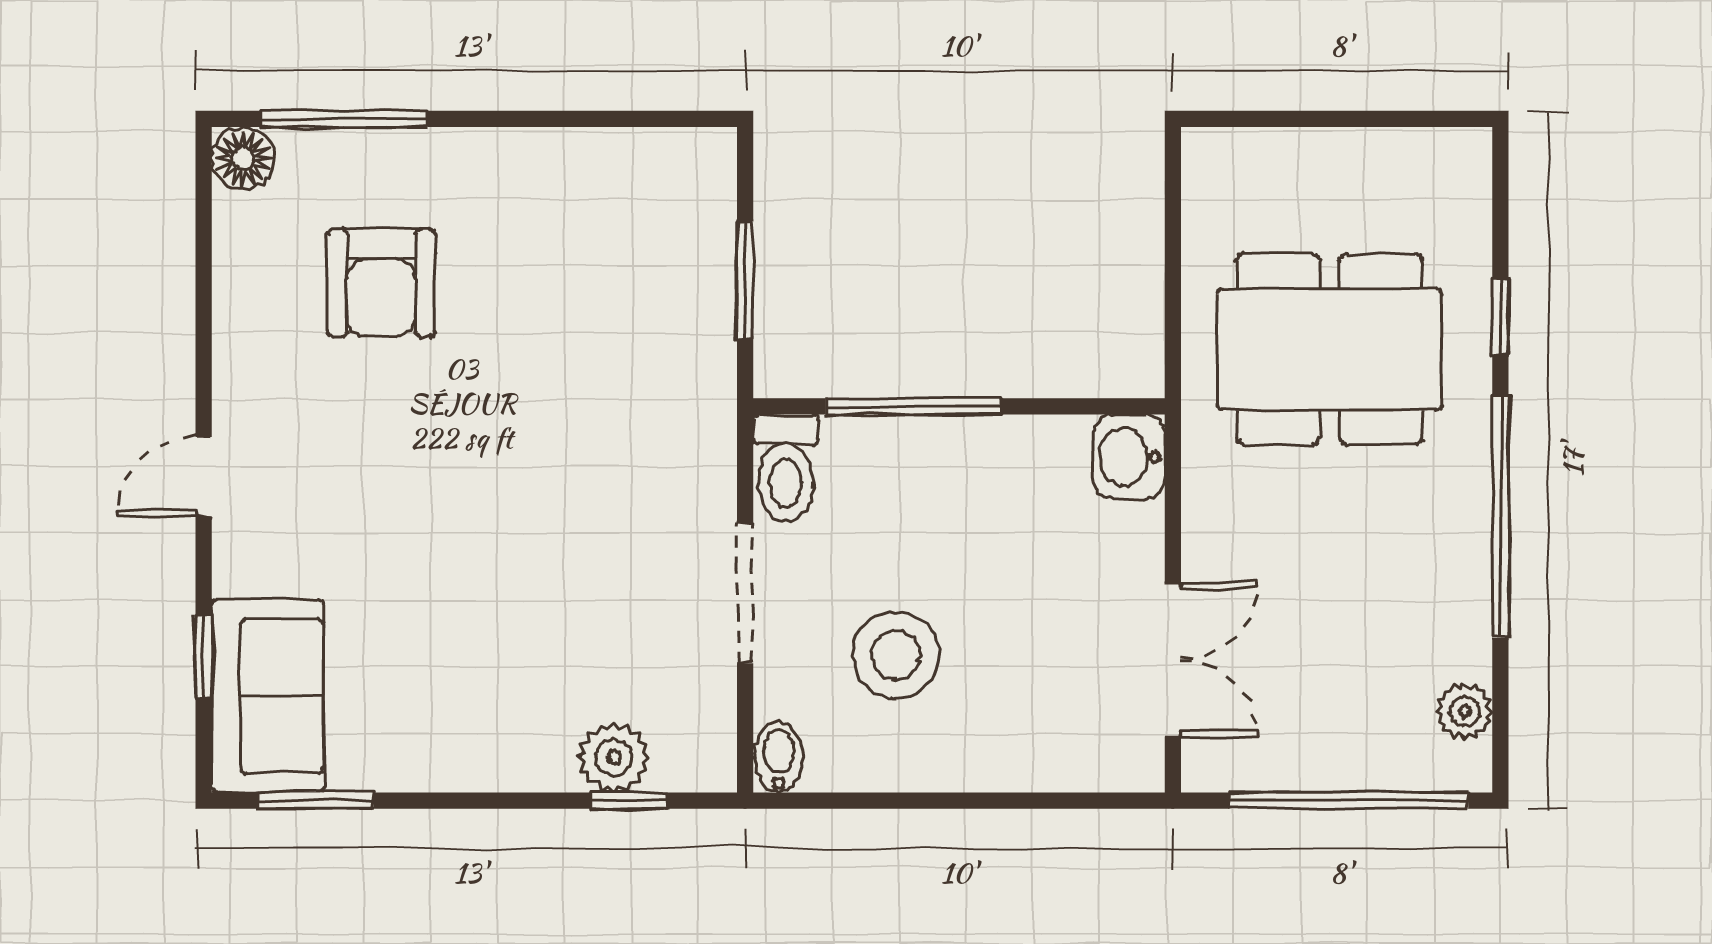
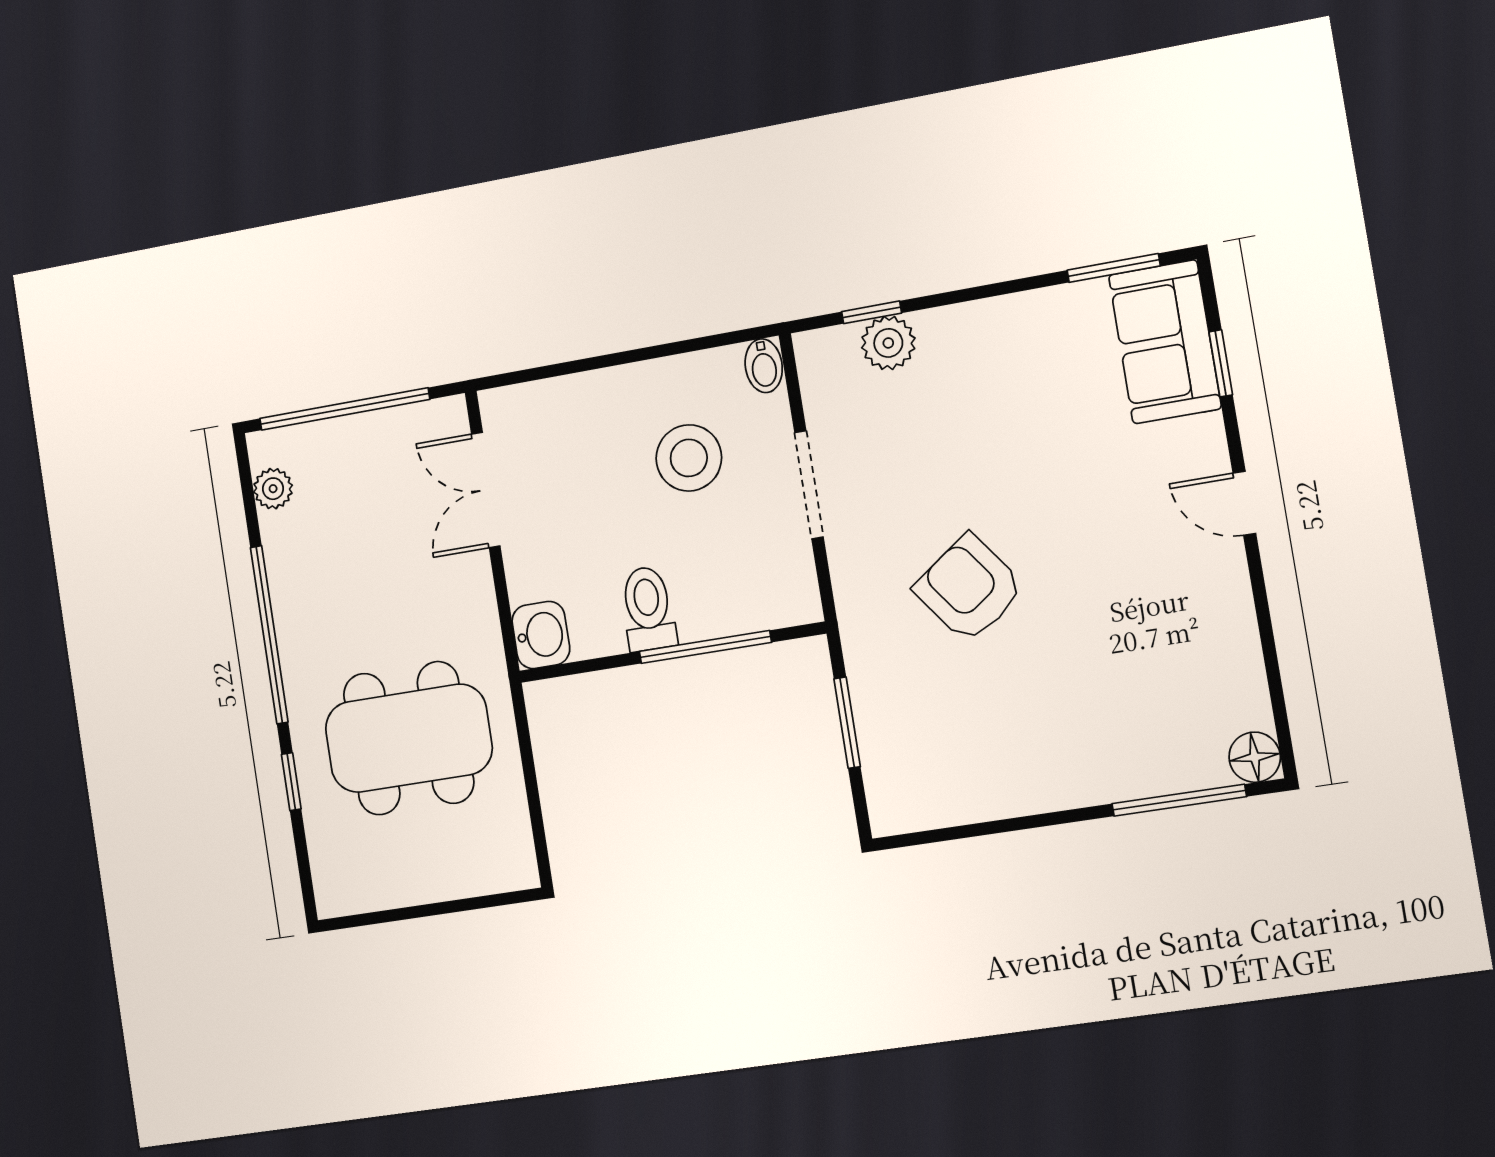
armchair: (381, 283) -> (969, 588), moved, turned -36
toilet: (786, 468) -> (648, 609), moved
door: (204, 477) -> (1244, 503), swing flipped

